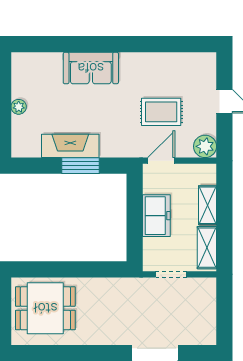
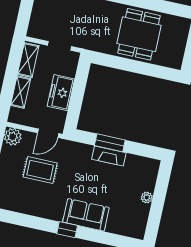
window: (110, 44) -> (67, 230), added
fireplace: (70, 146) -> (109, 156), width x0.73, depth x0.76
dining table: (45, 308) -> (139, 34), moved, turned 90

